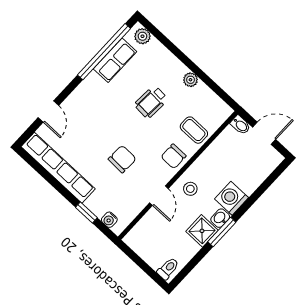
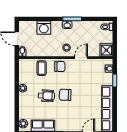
chair: (122, 159) -> (65, 95), moved
washing machine: (232, 198) -> (44, 28), moved
shower: (202, 231) -> (106, 50), moved

